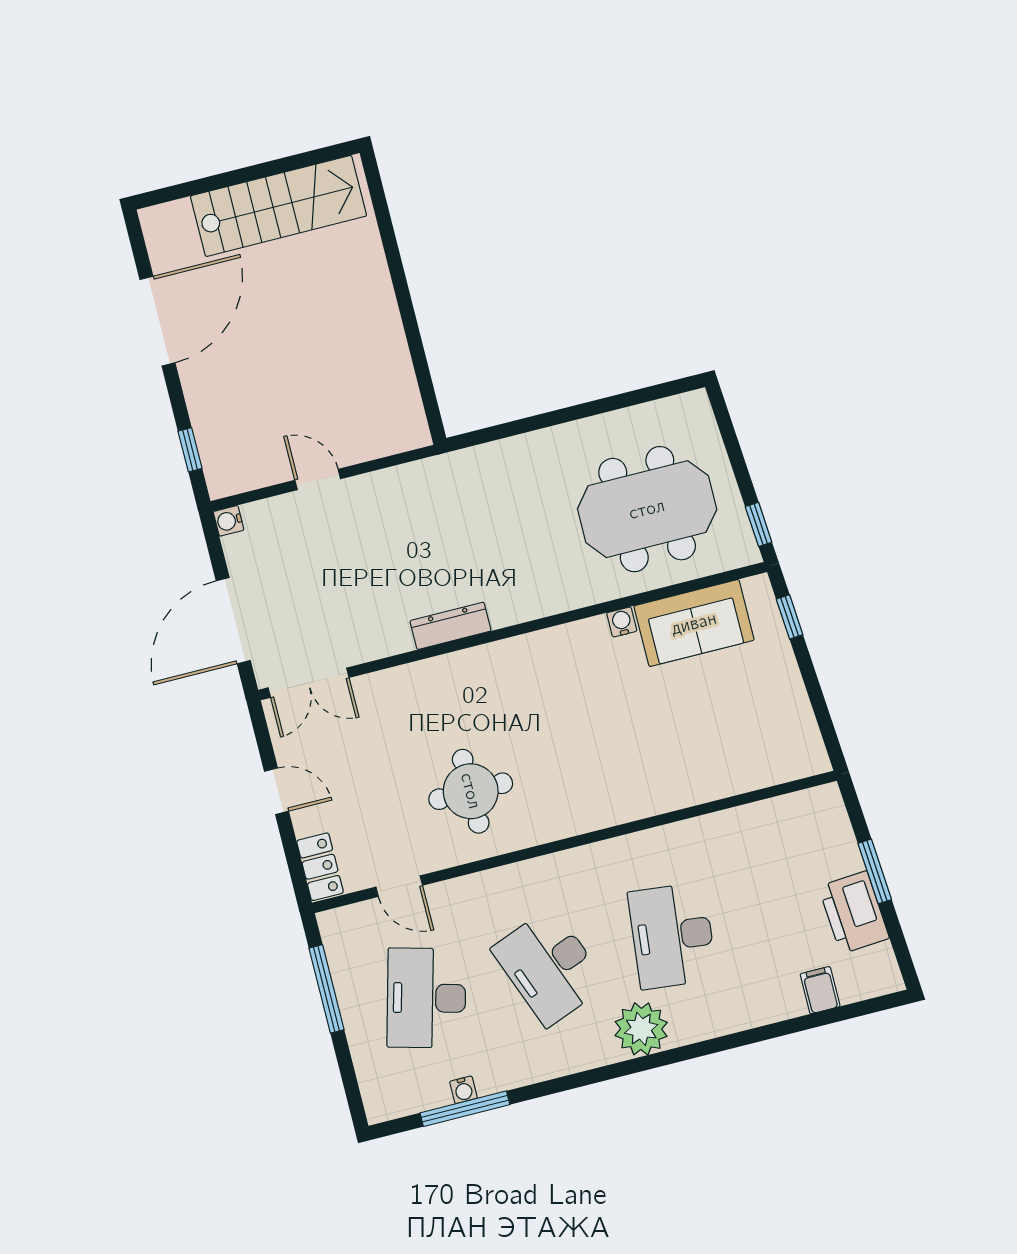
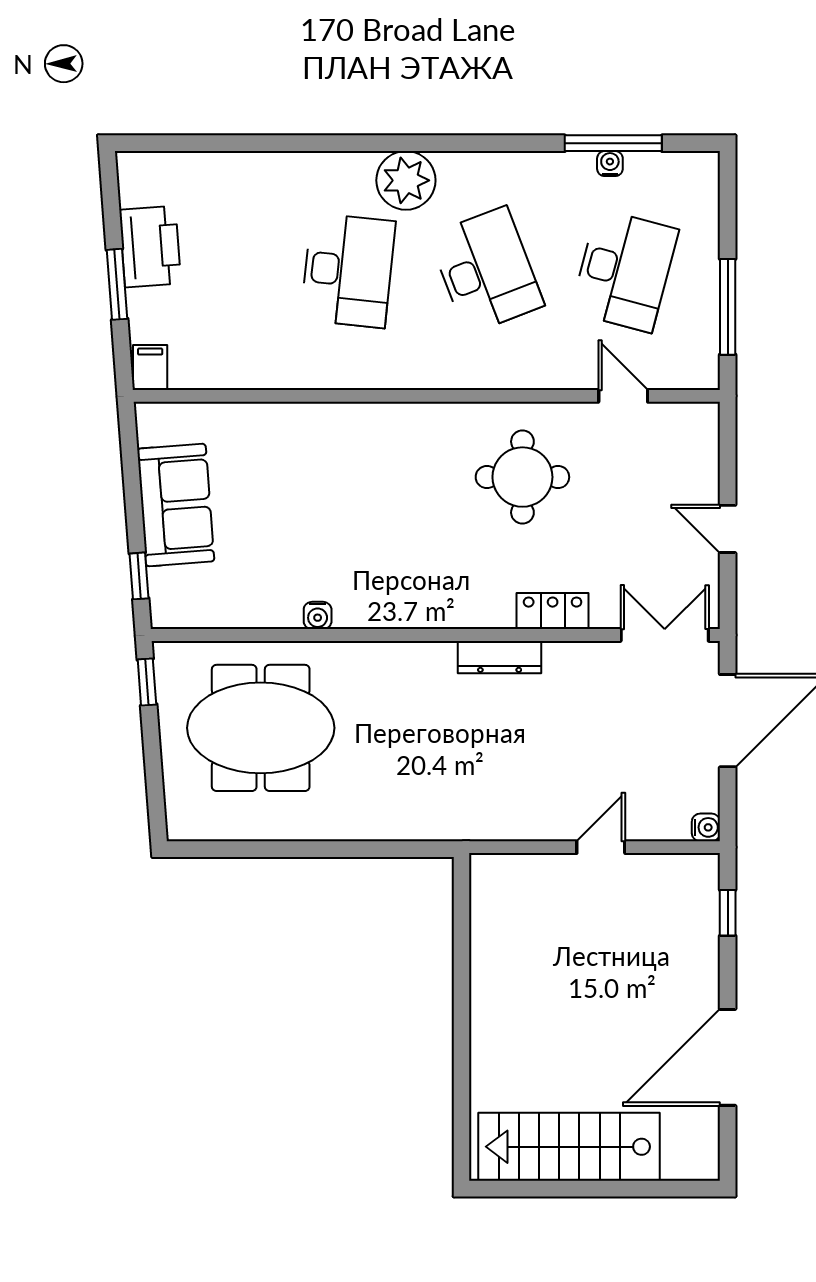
door: (318, 480) -> (601, 847), swing flipped
sofa: (694, 623) -> (176, 505), moved, turned 86
locker: (320, 867) -> (553, 611), moved, turned 90
filing cabinet: (820, 990) -> (150, 367), moved, turned 180

